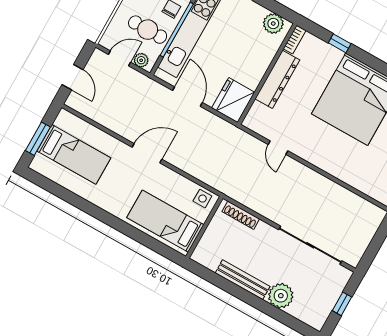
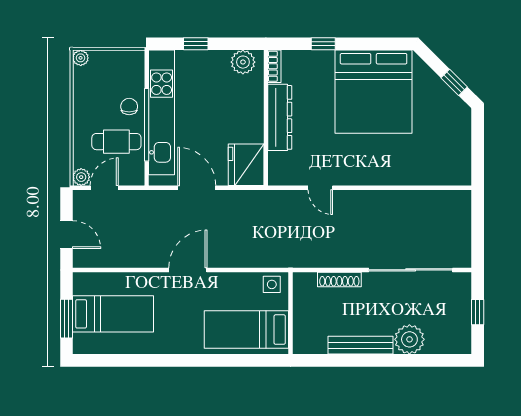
plant: (141, 60) -> (81, 177), moved
shoe rack: (241, 215) -> (339, 279), moved

